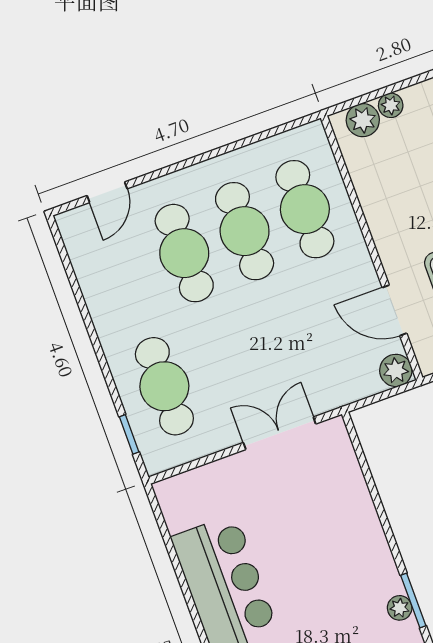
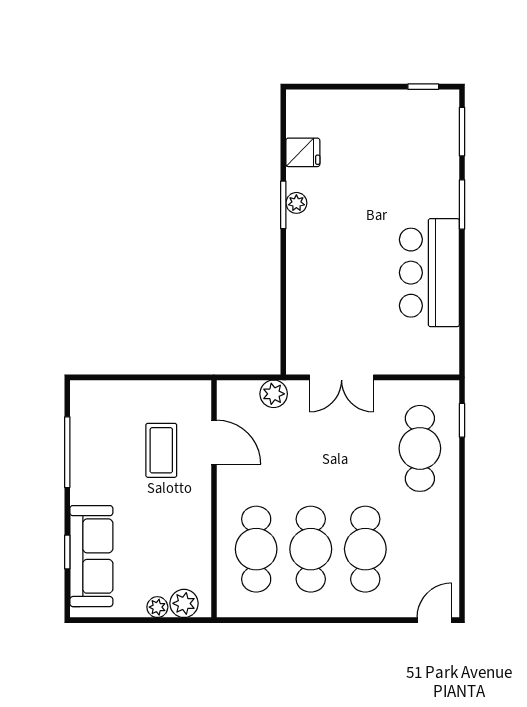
door: (107, 192) -> (434, 620), moved
plant: (396, 370) -> (274, 394), moved

